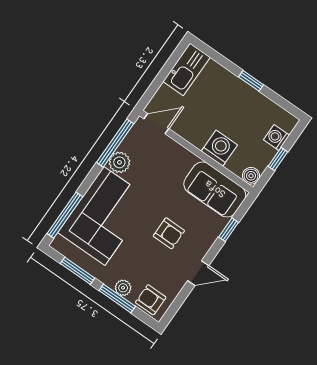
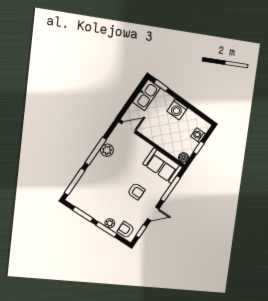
window: (251, 81) -> (161, 85), moved
window: (115, 143) -> (96, 151), moved
washing machine: (219, 148) -> (177, 110), moved, turned 180
corner sofa: (104, 216) -> (98, 182), removed
window: (229, 230) -> (171, 189), width x2.17
window: (177, 303) -> (141, 231), added

